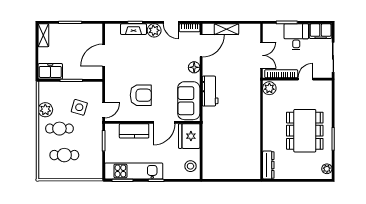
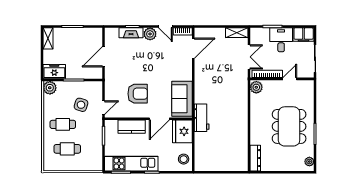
shelving: (226, 29) -> (237, 33), moved
floor lamp: (194, 67) -> (187, 68), removed
workbench: (210, 91) -> (202, 118), moved
plant: (45, 110) -> (50, 88), moved

